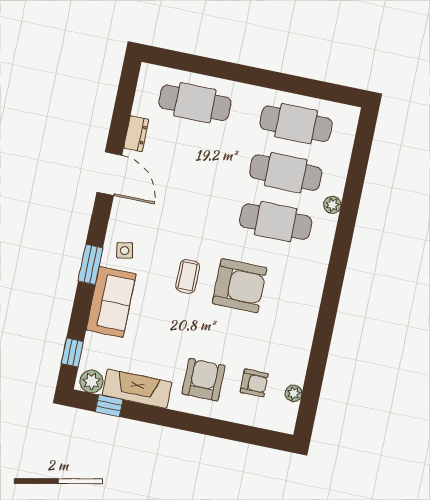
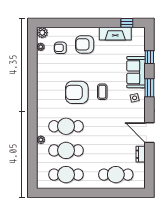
window: (72, 352) -> (149, 57), moved
armchair: (204, 380) -> (85, 44), turned 90
plant: (91, 381) -> (42, 33), moved

